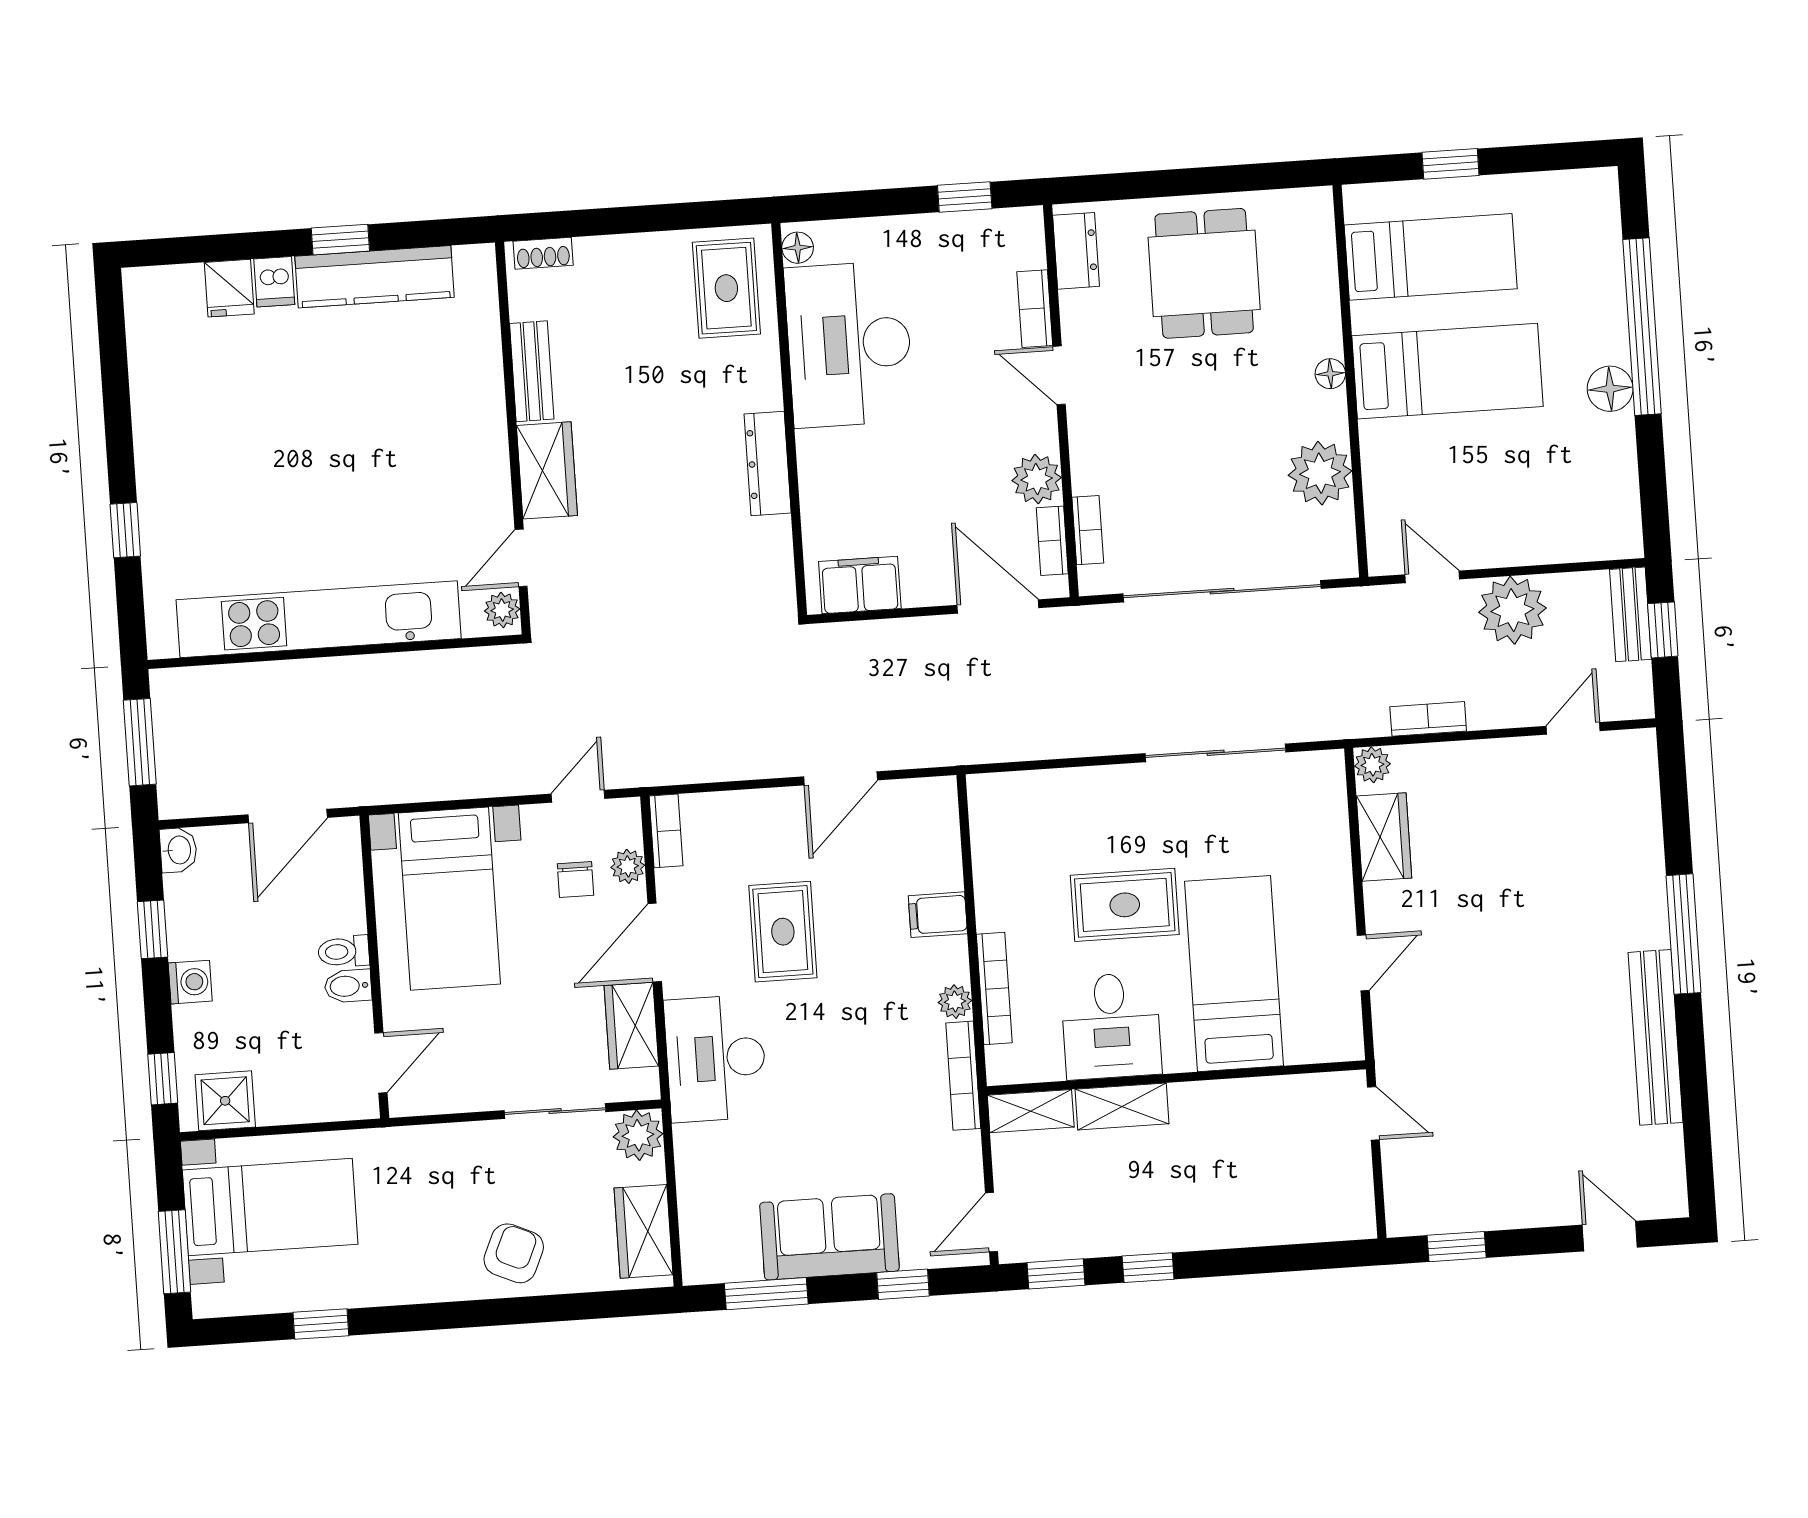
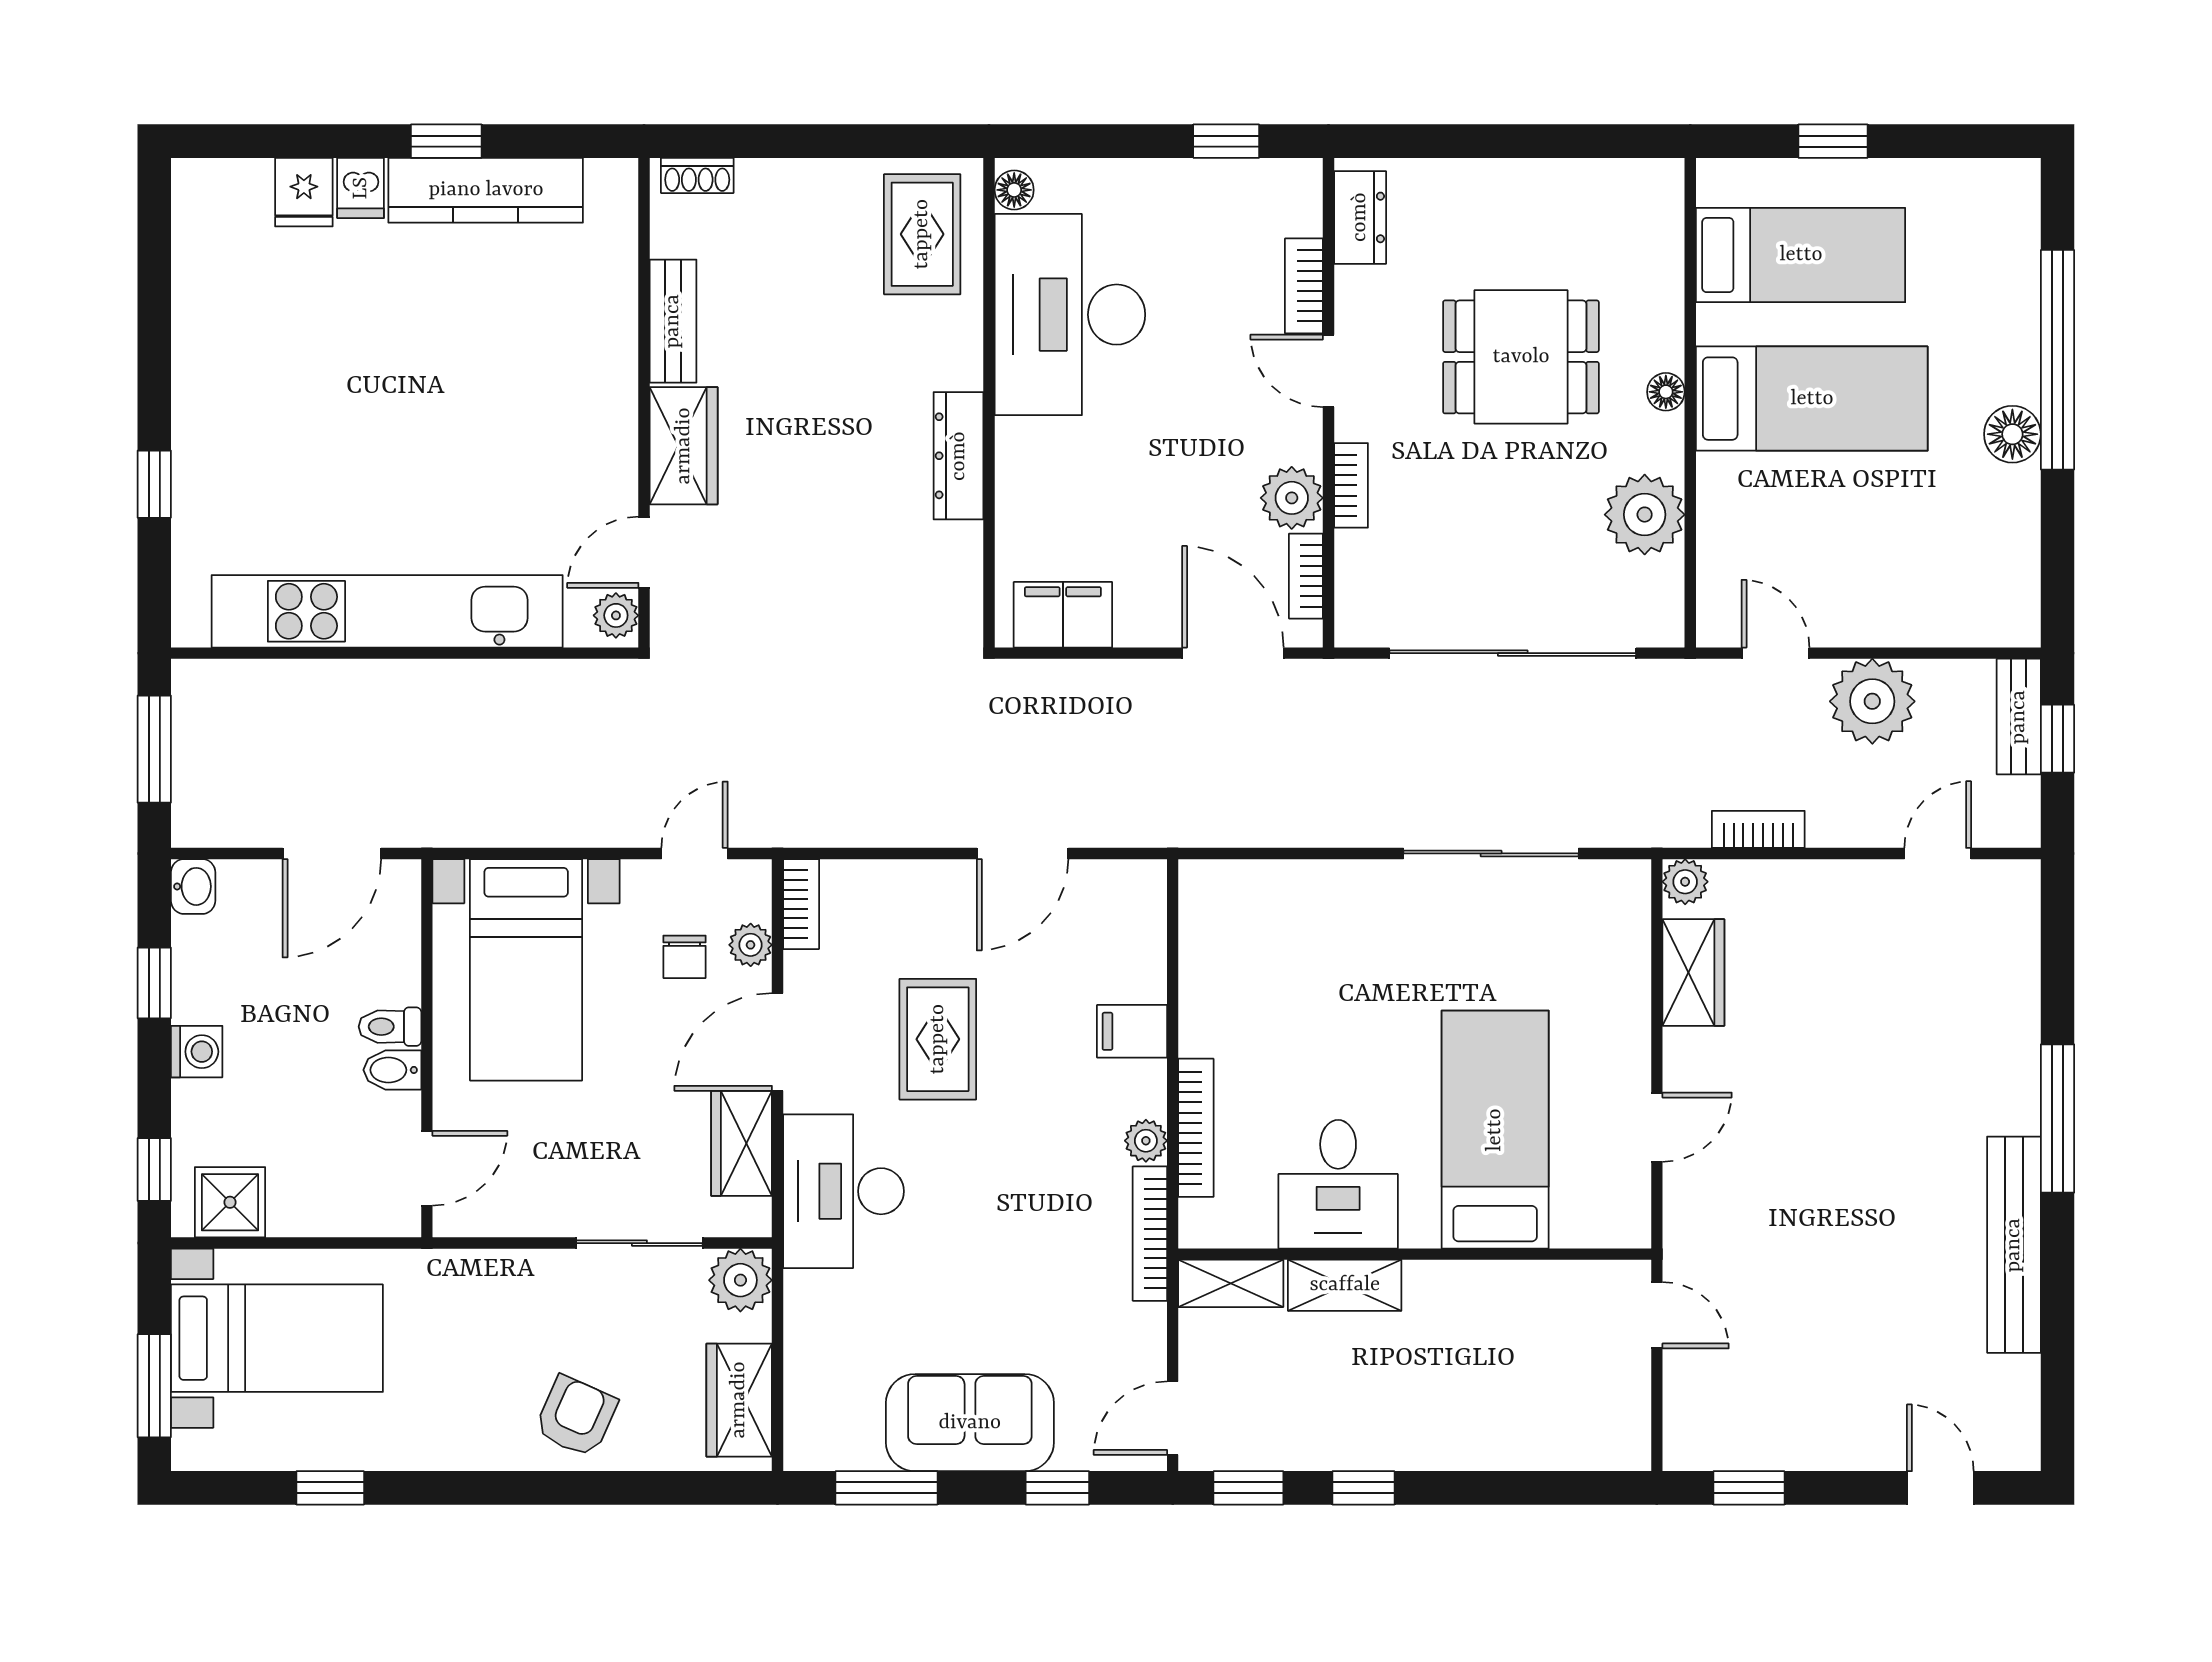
dining table: (1204, 273) -> (1521, 357), moved, turned 90
bookcase: (1088, 530) -> (1351, 485), moved
rug: (1125, 905) -> (1365, 1035), removed

